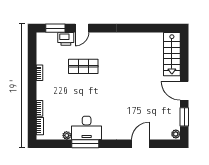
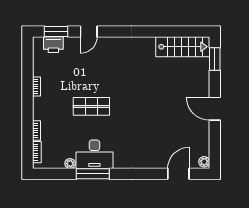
printer: (66, 39) -> (53, 45), moved
stairs: (172, 54) -> (183, 47), moved, turned -90
shop shelf: (83, 66) -> (91, 106), moved
window: (184, 117) -> (215, 59), moved
door: (140, 144) -> (178, 174), moved

